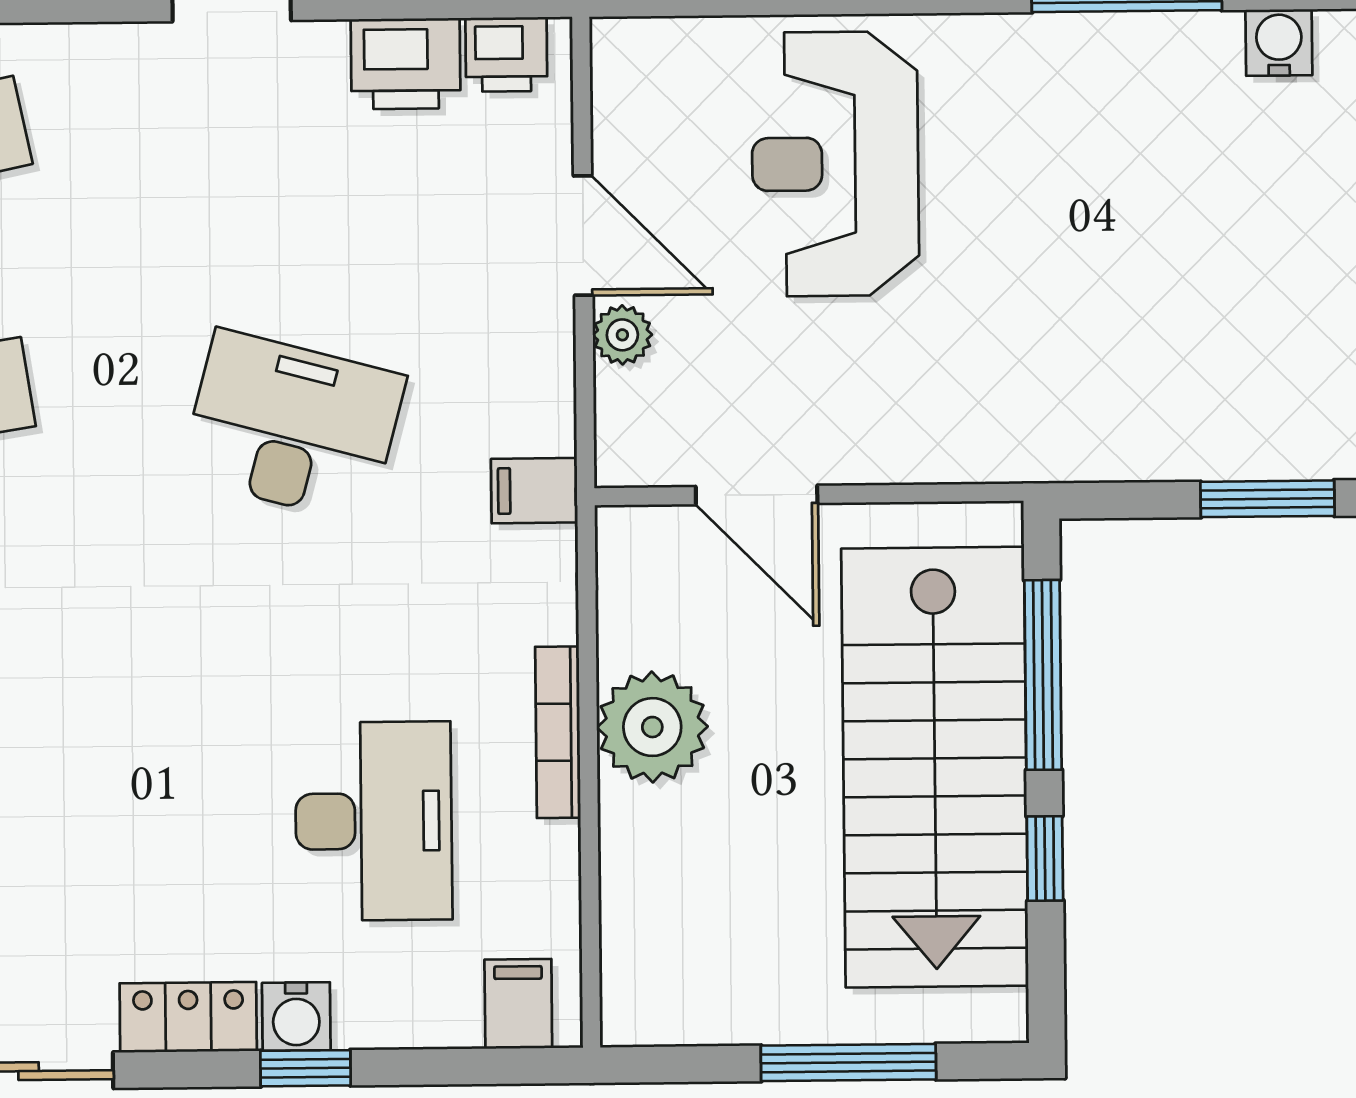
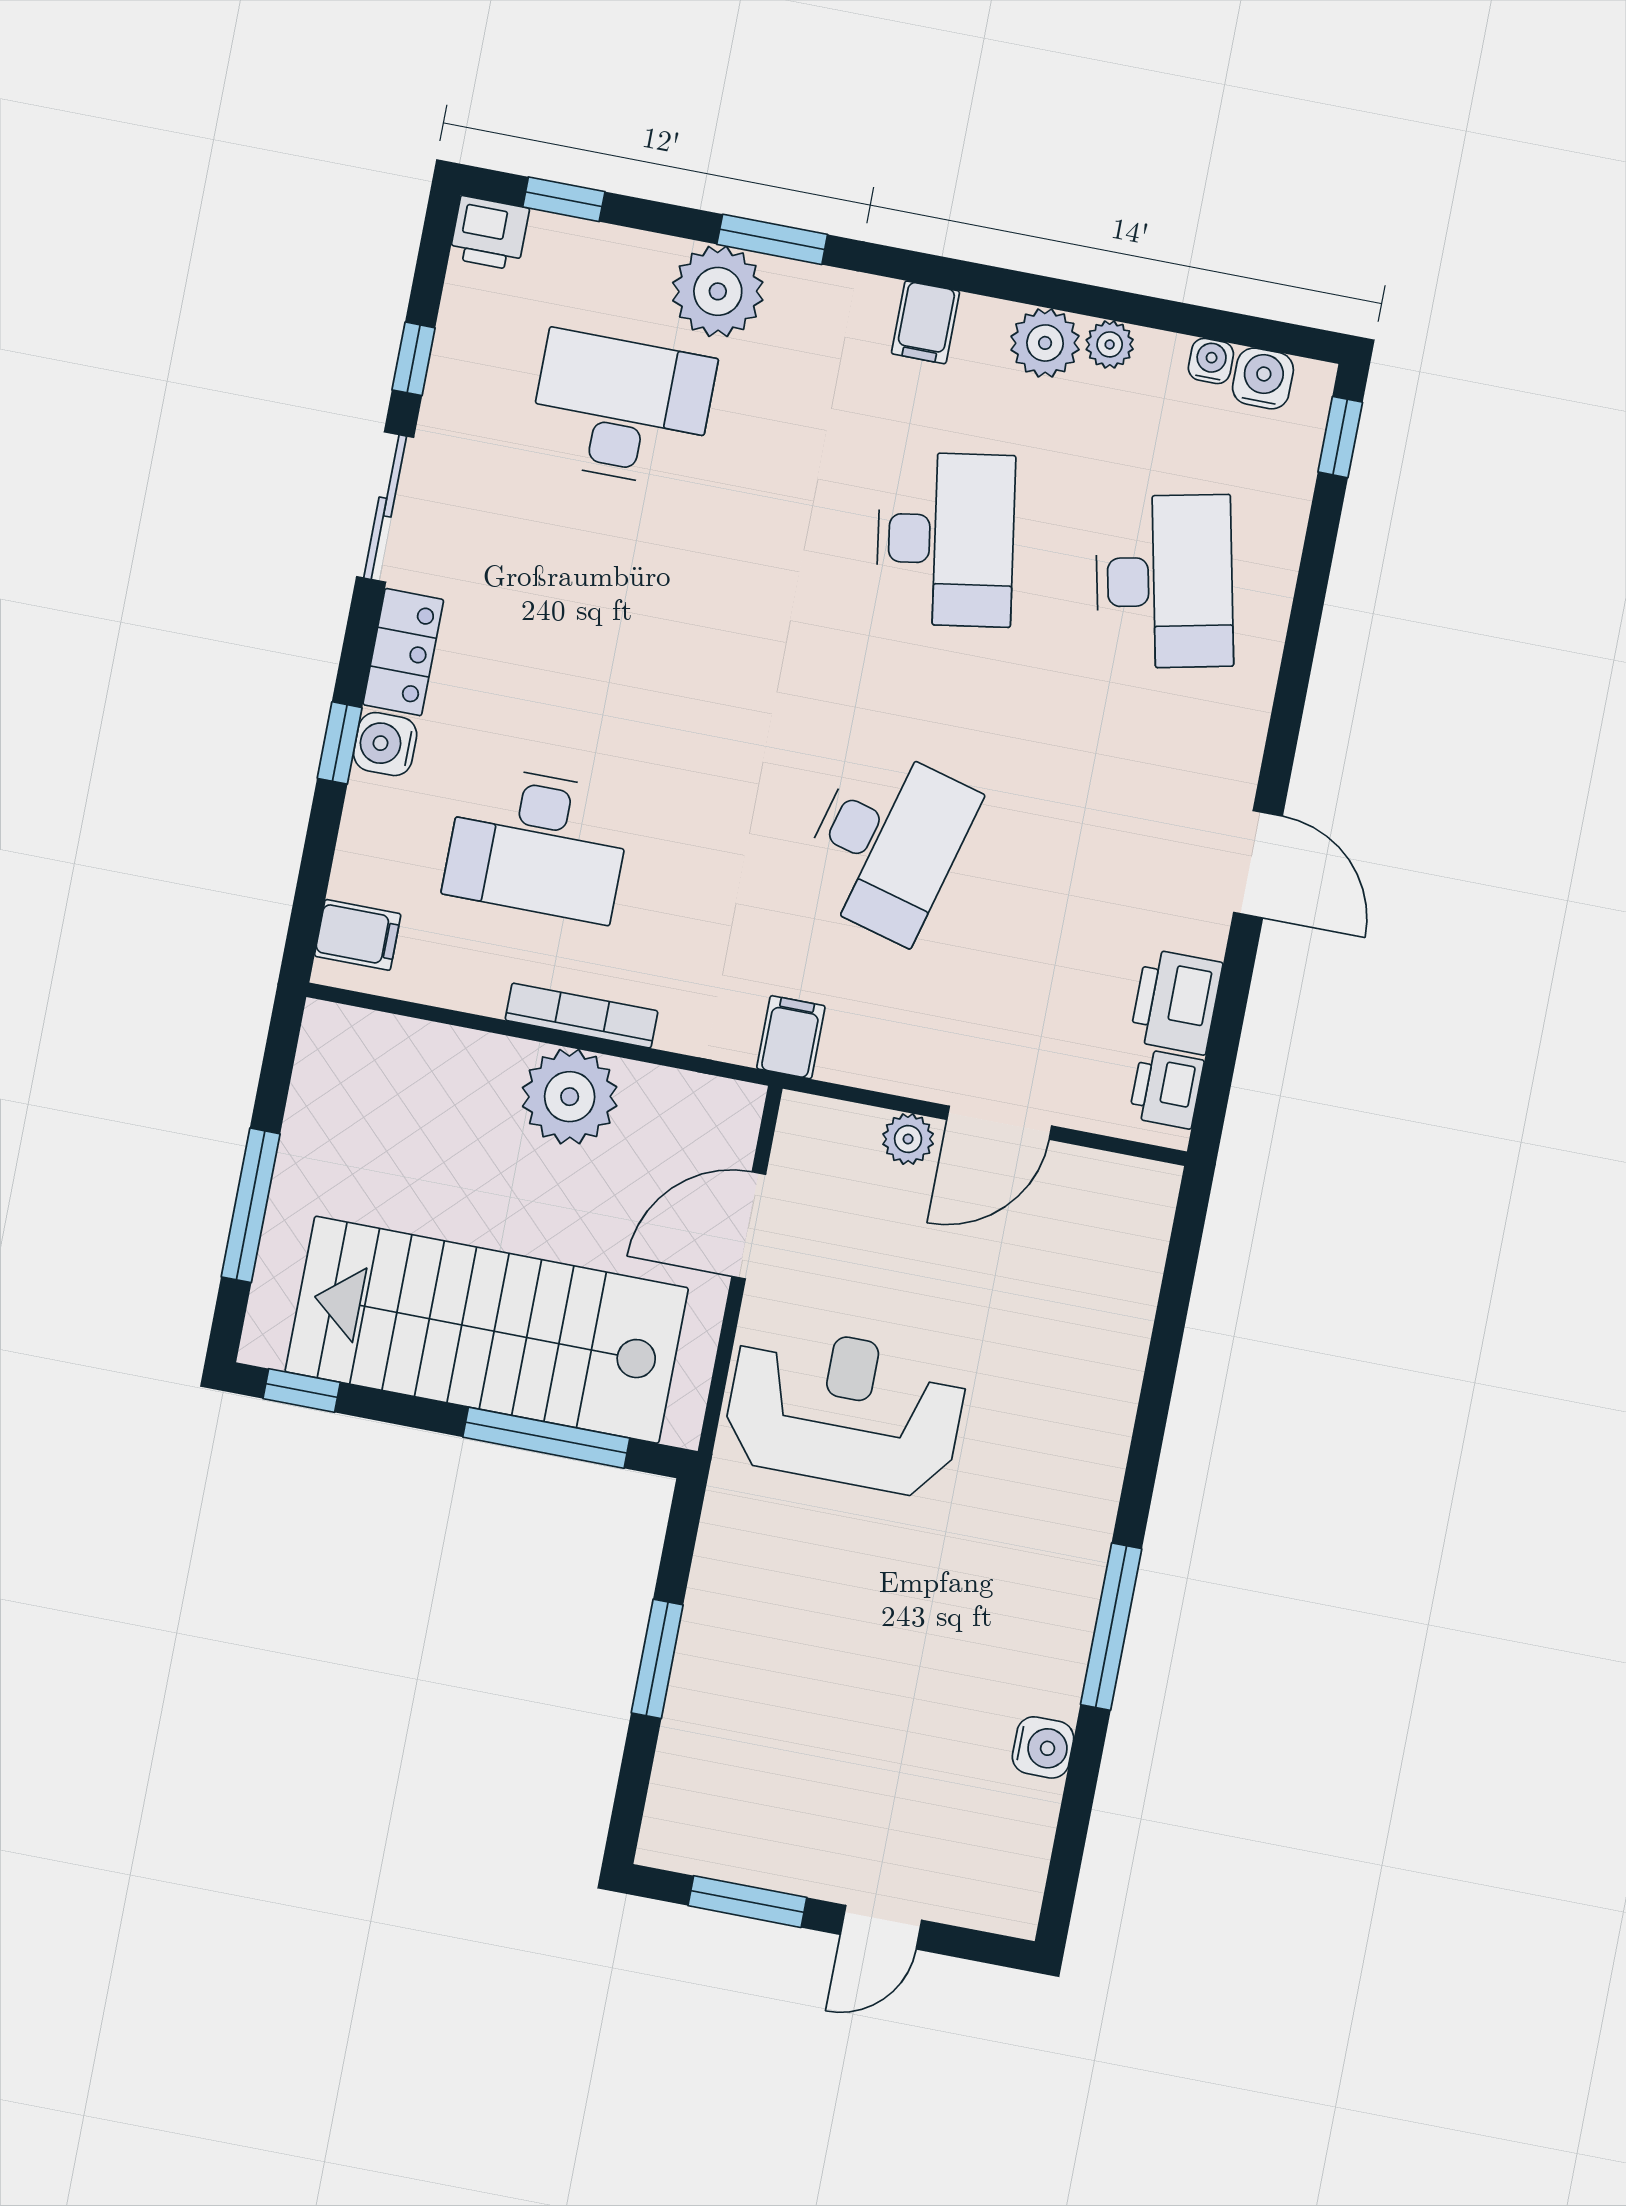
reception desk: (835, 164) -> (845, 1410), moved
window: (1045, 858) -> (302, 1391), moved

